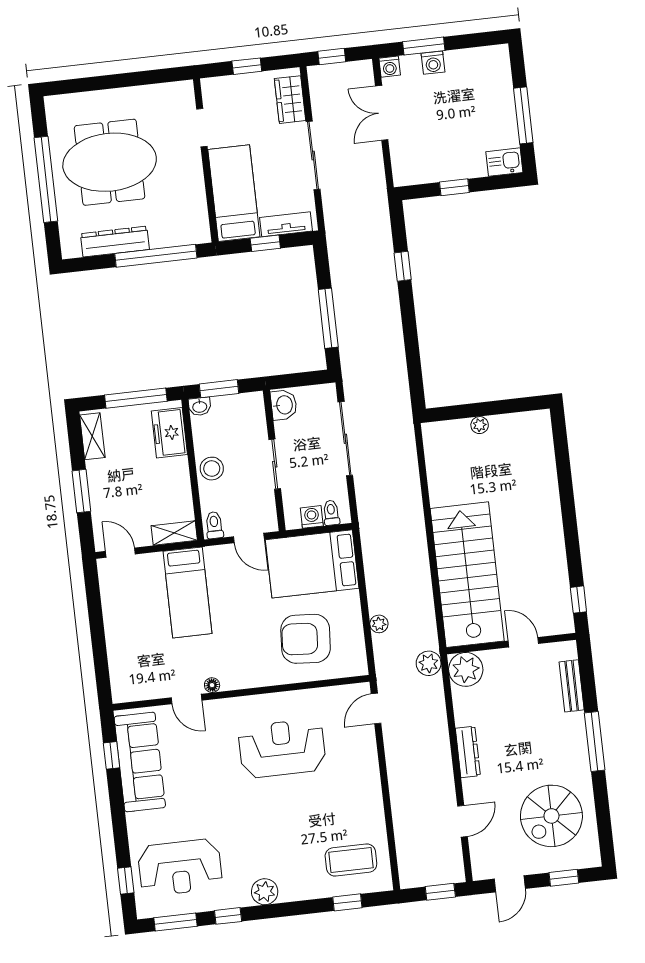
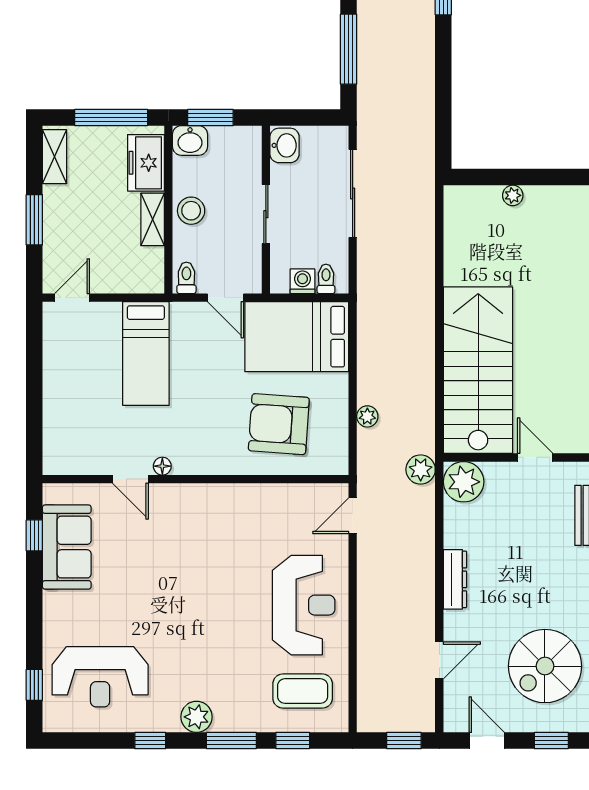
washbasin: (200, 406) -> (190, 140), width x1.38, depth x1.45
shelving: (174, 533) -> (153, 219), moved, turned 90
door: (120, 553) -> (72, 298), hinge flipped
reception desk: (282, 748) -> (304, 605), moved, turned 90
sofa: (140, 762) -> (67, 547), width x0.73
door: (510, 884) -> (487, 741), swing flipped
window: (175, 922) -> (231, 741), moved

